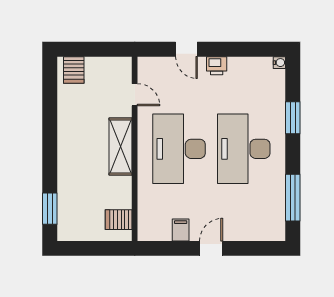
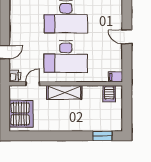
printer: (217, 66) -> (15, 76), moved
server rack: (74, 70) -> (21, 114), width x2.18, depth x1.44
filing cabinet: (181, 230) -> (116, 77), moved

